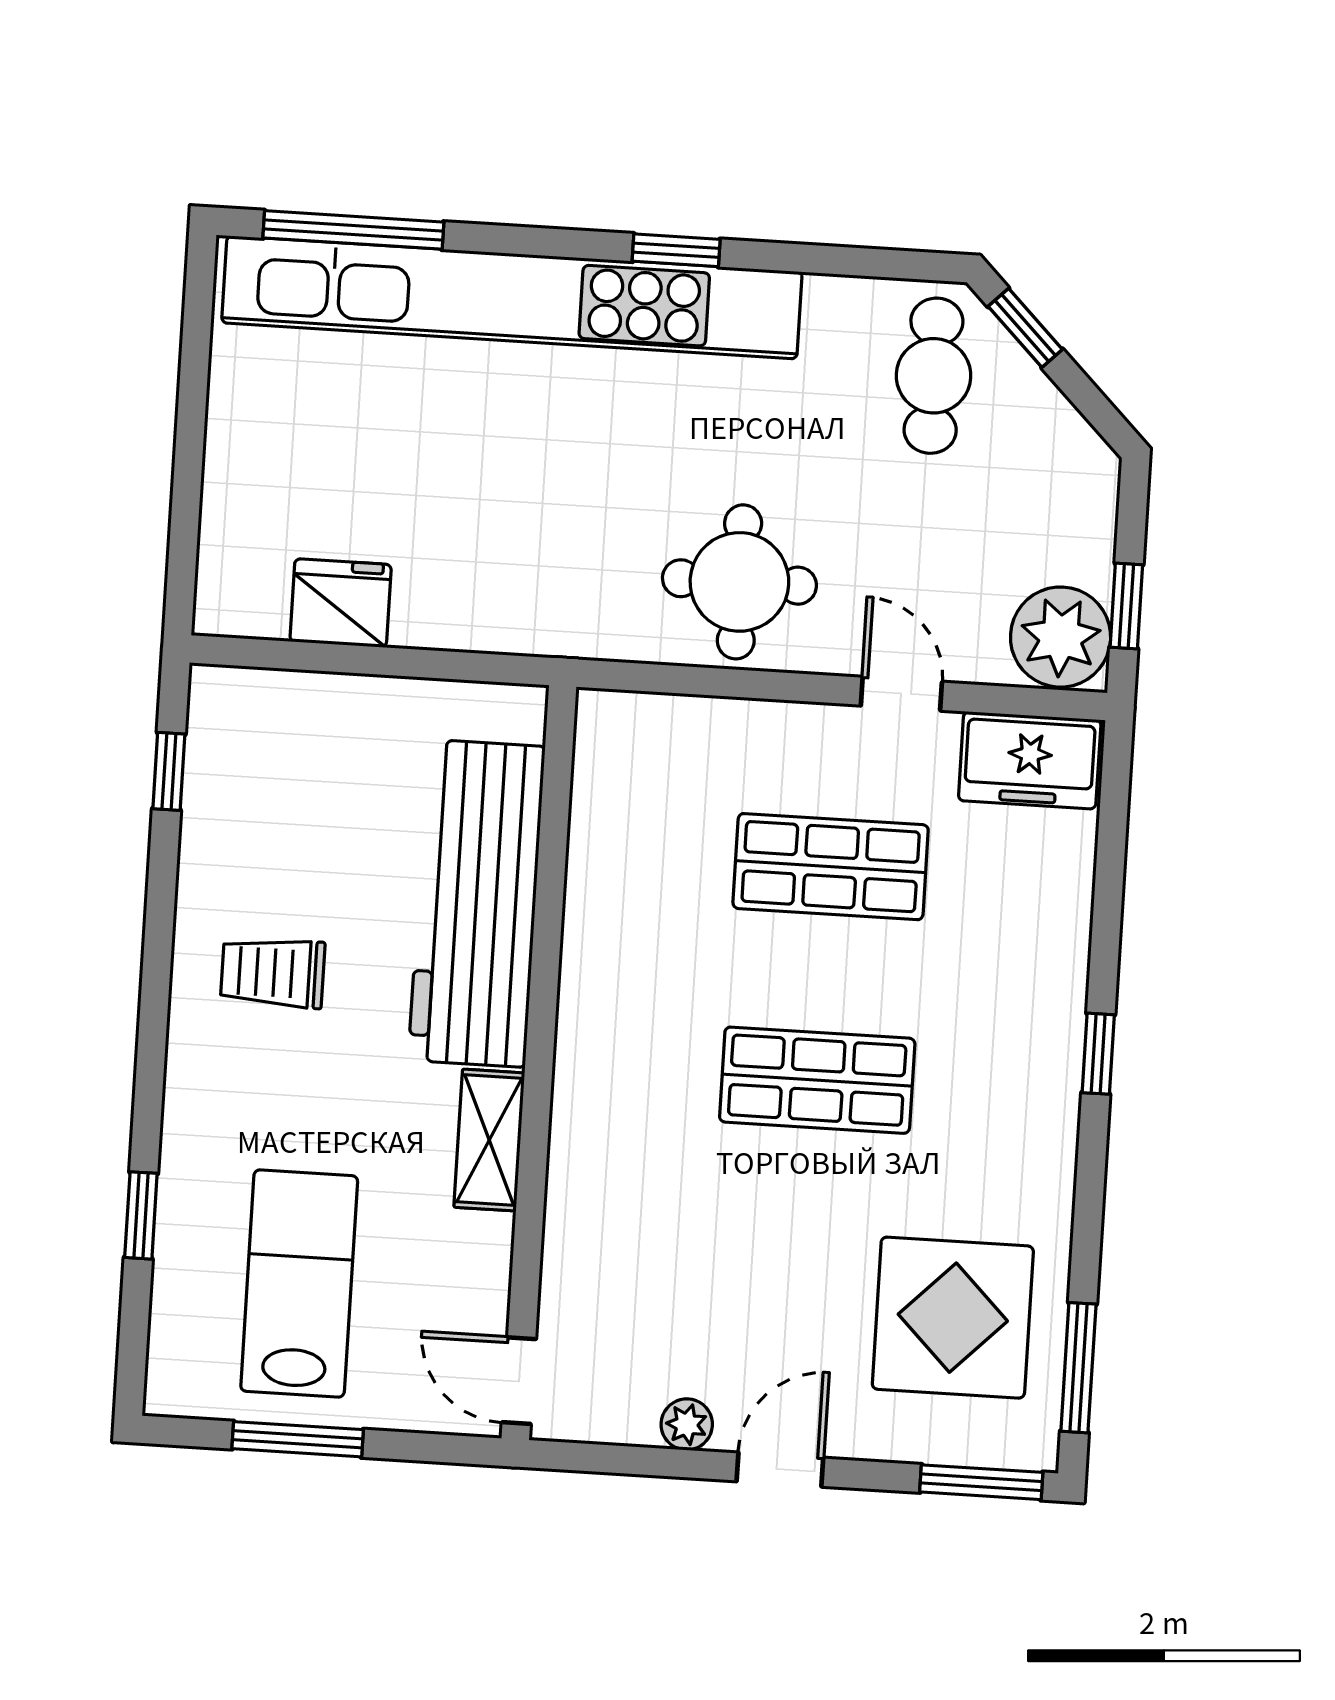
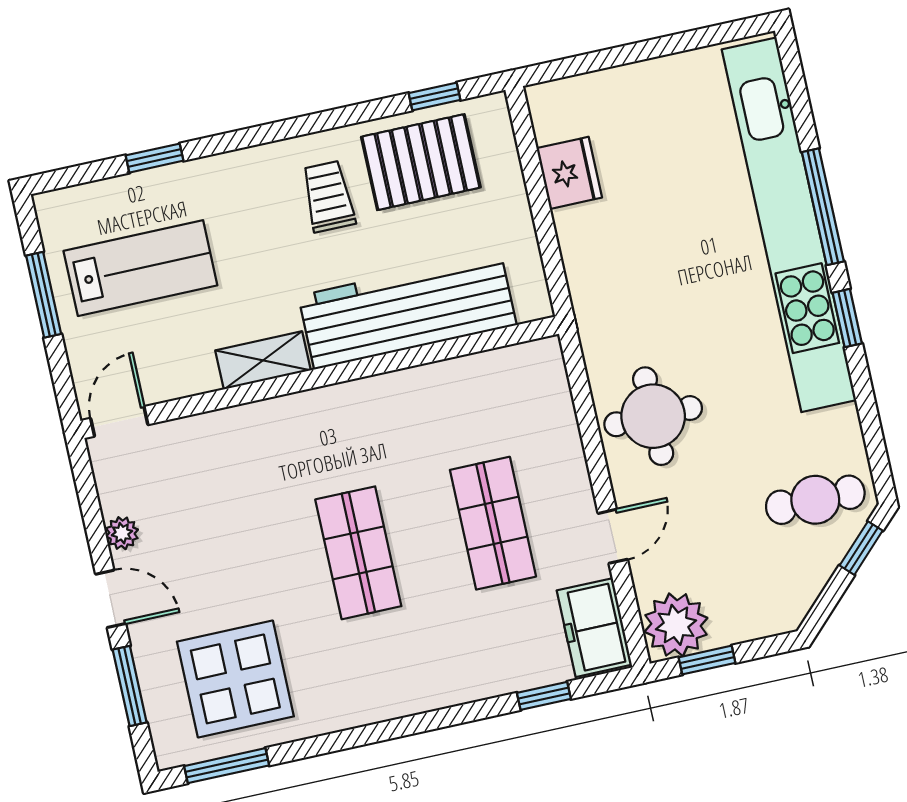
window: (353, 230) -> (823, 207), moved
pallet: (261, 820) -> (421, 162), added
window: (1098, 1054) -> (544, 696), moved
window: (981, 1482) -> (130, 686), moved

